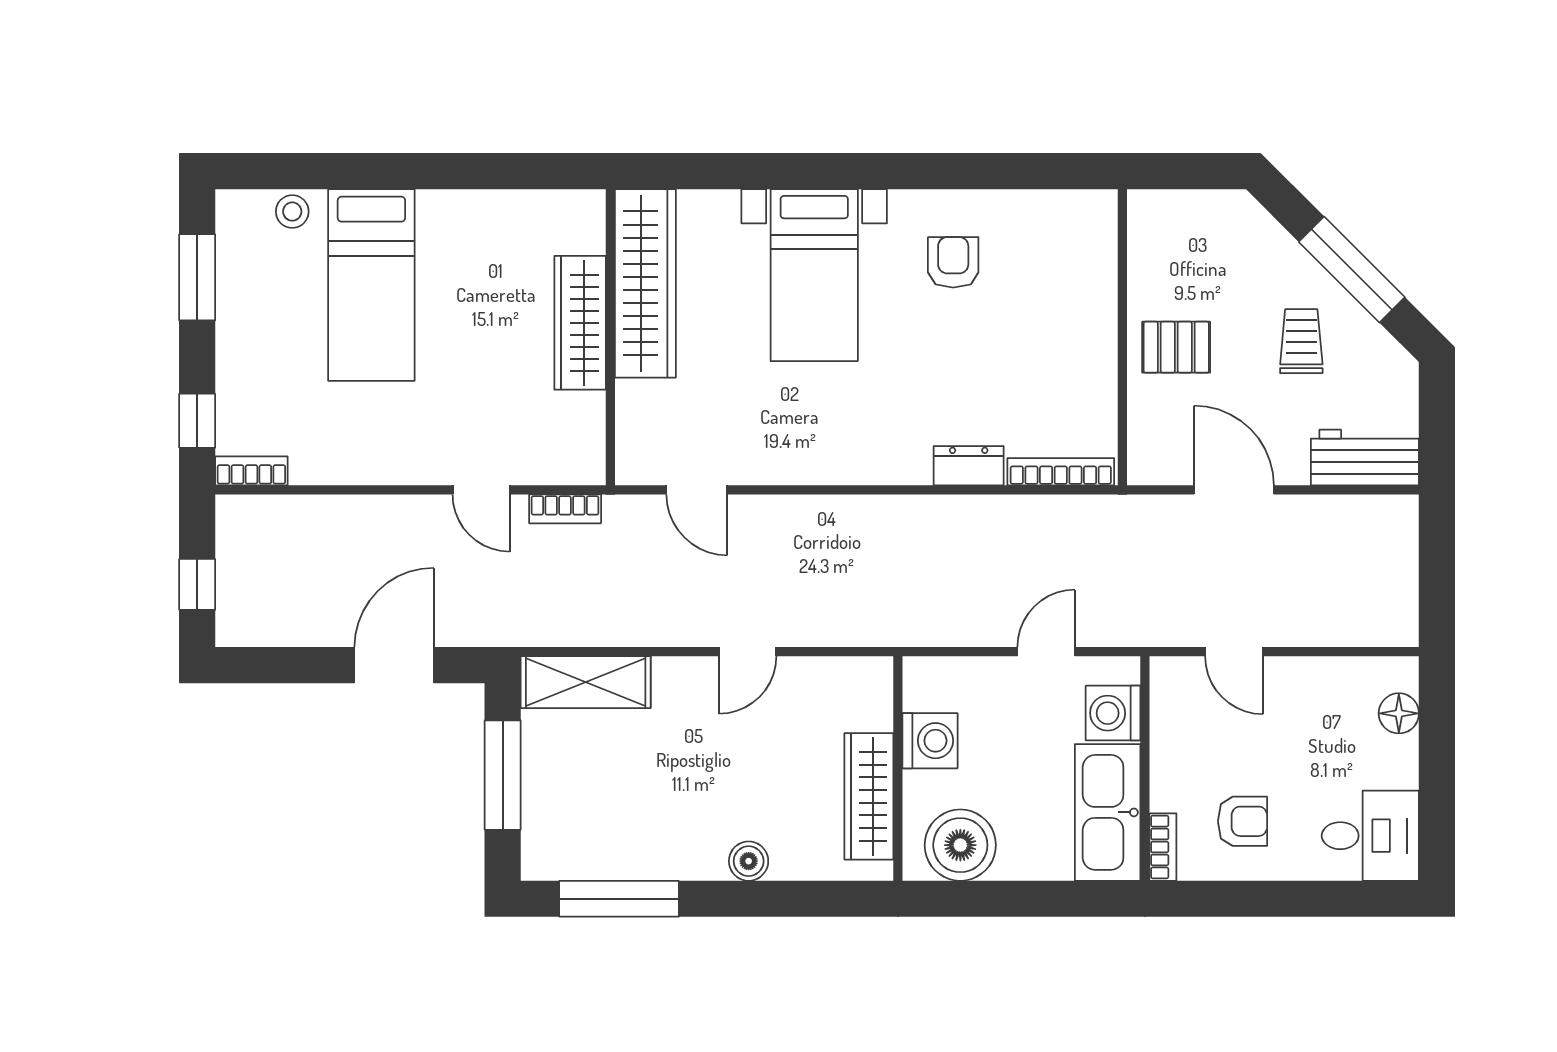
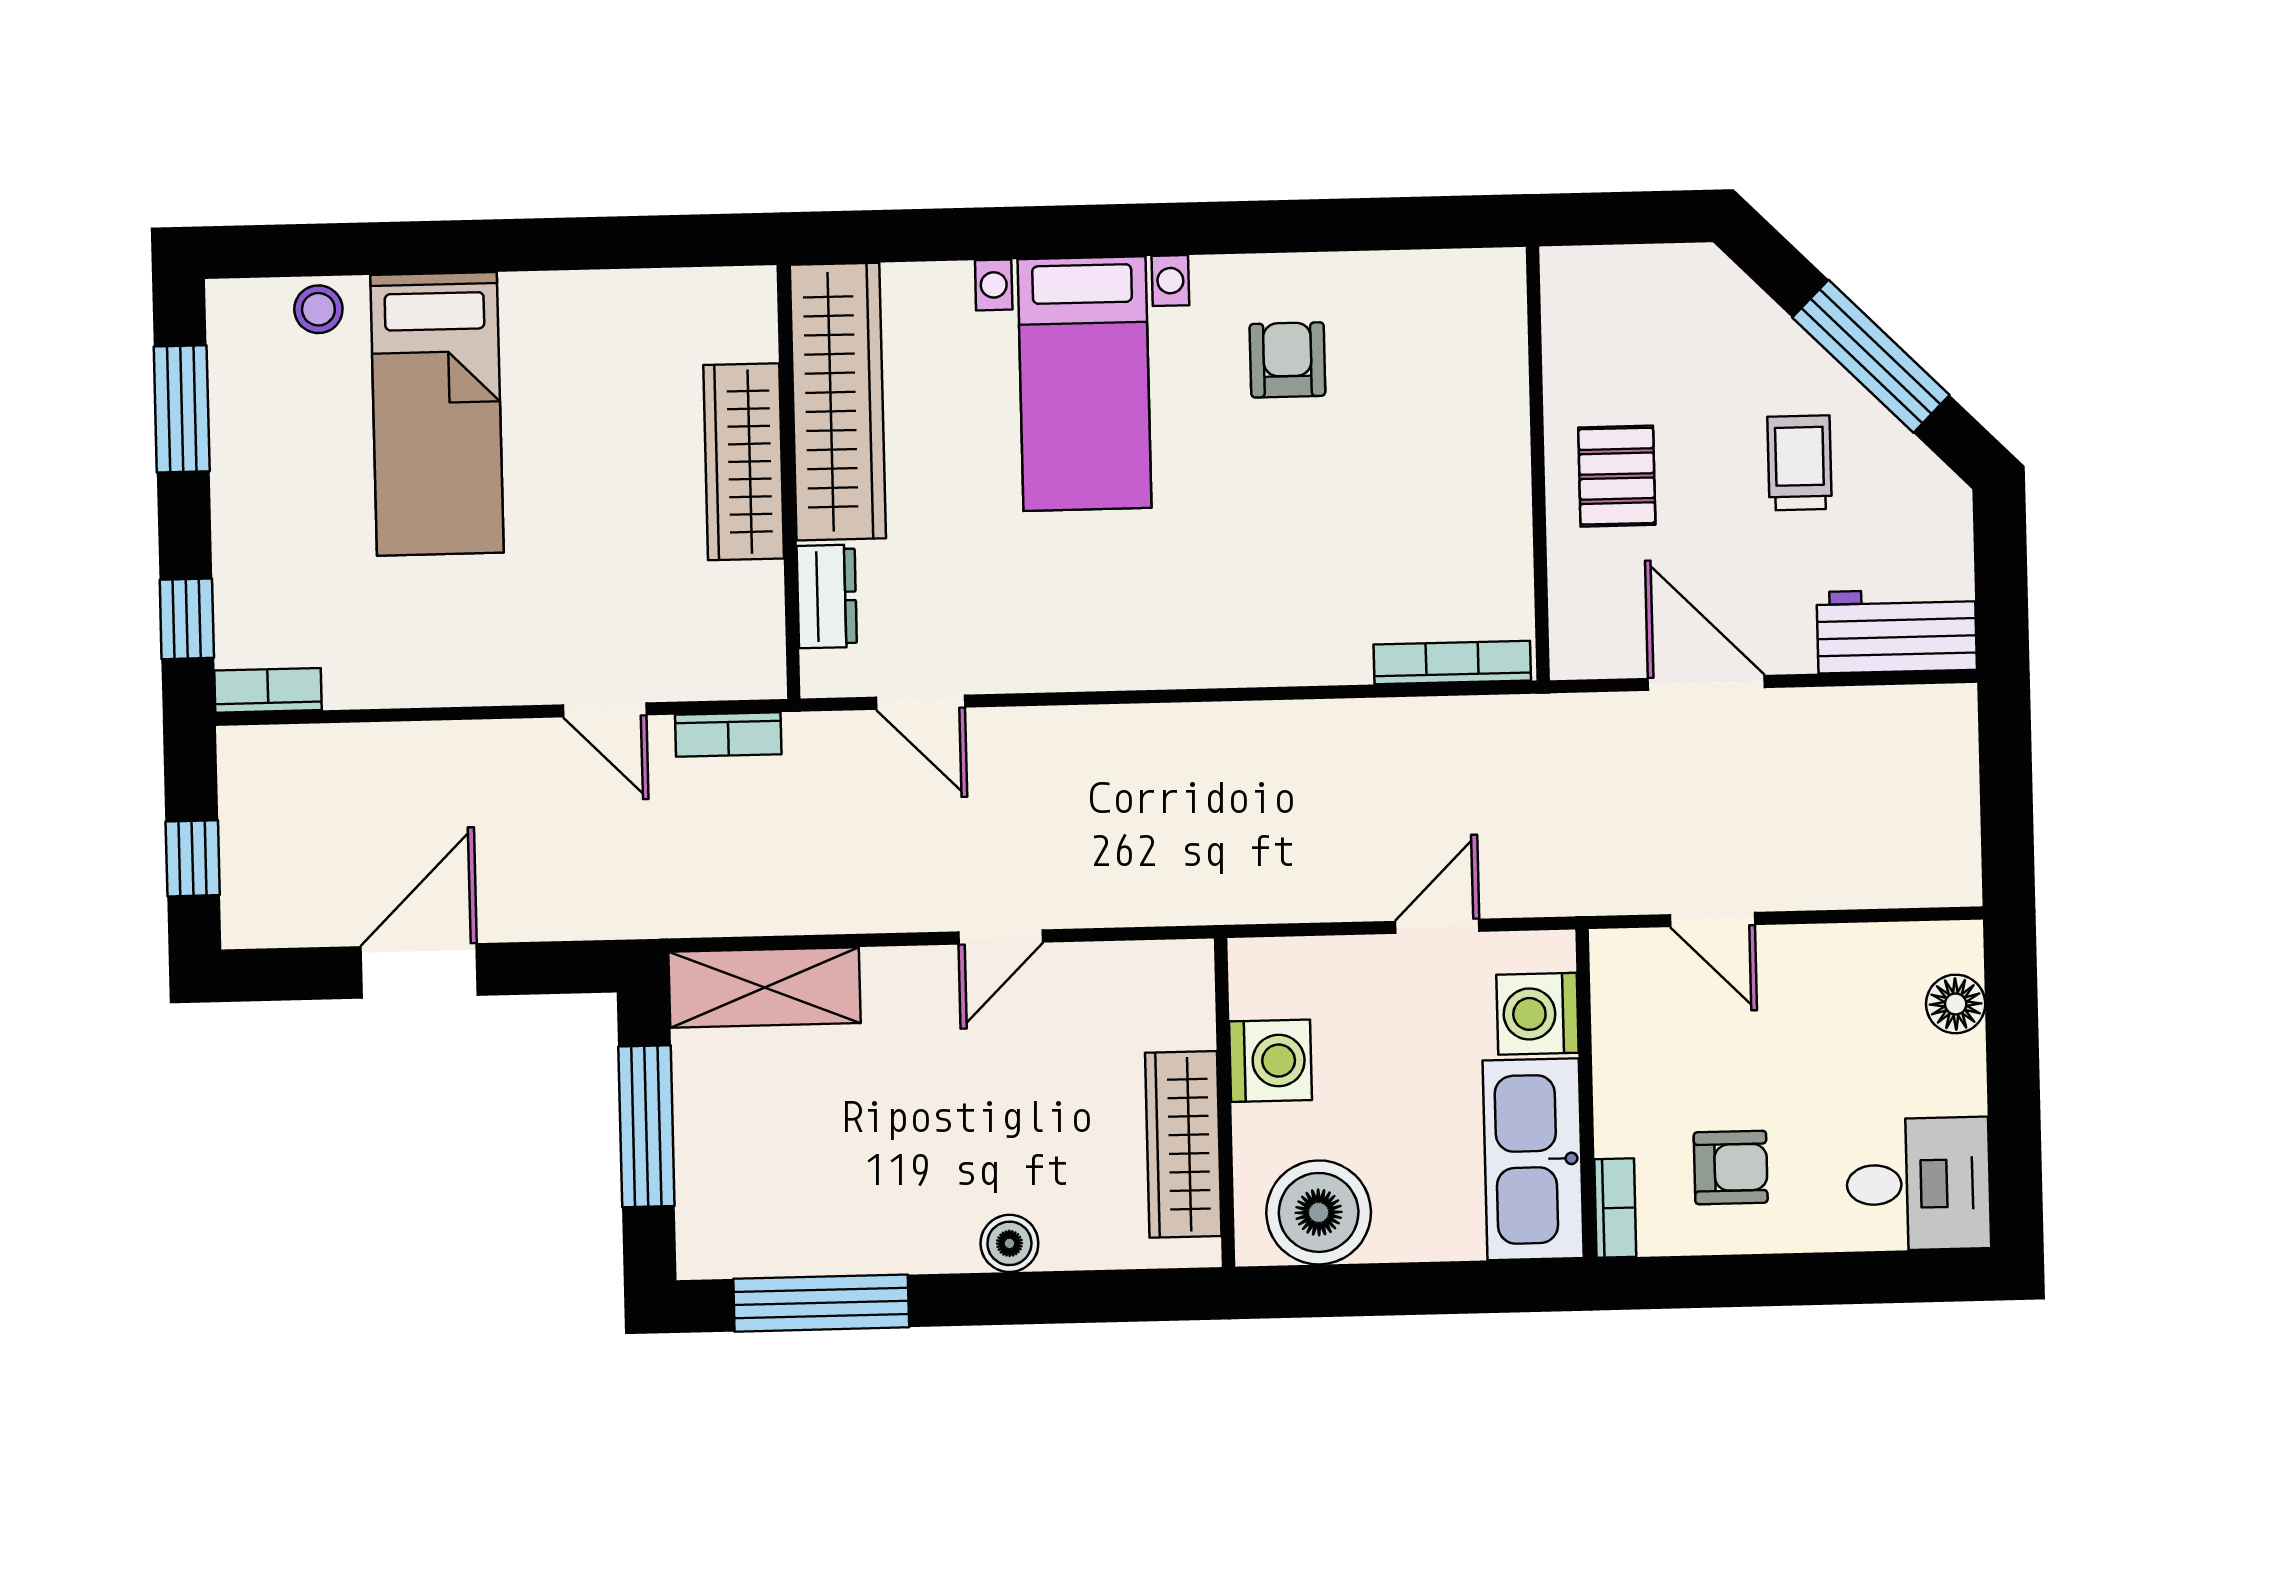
pallet: (1176, 347) -> (1617, 476), turned 90
dresser: (969, 466) -> (827, 596), moved, turned 90
door: (394, 665) -> (419, 971), moved

